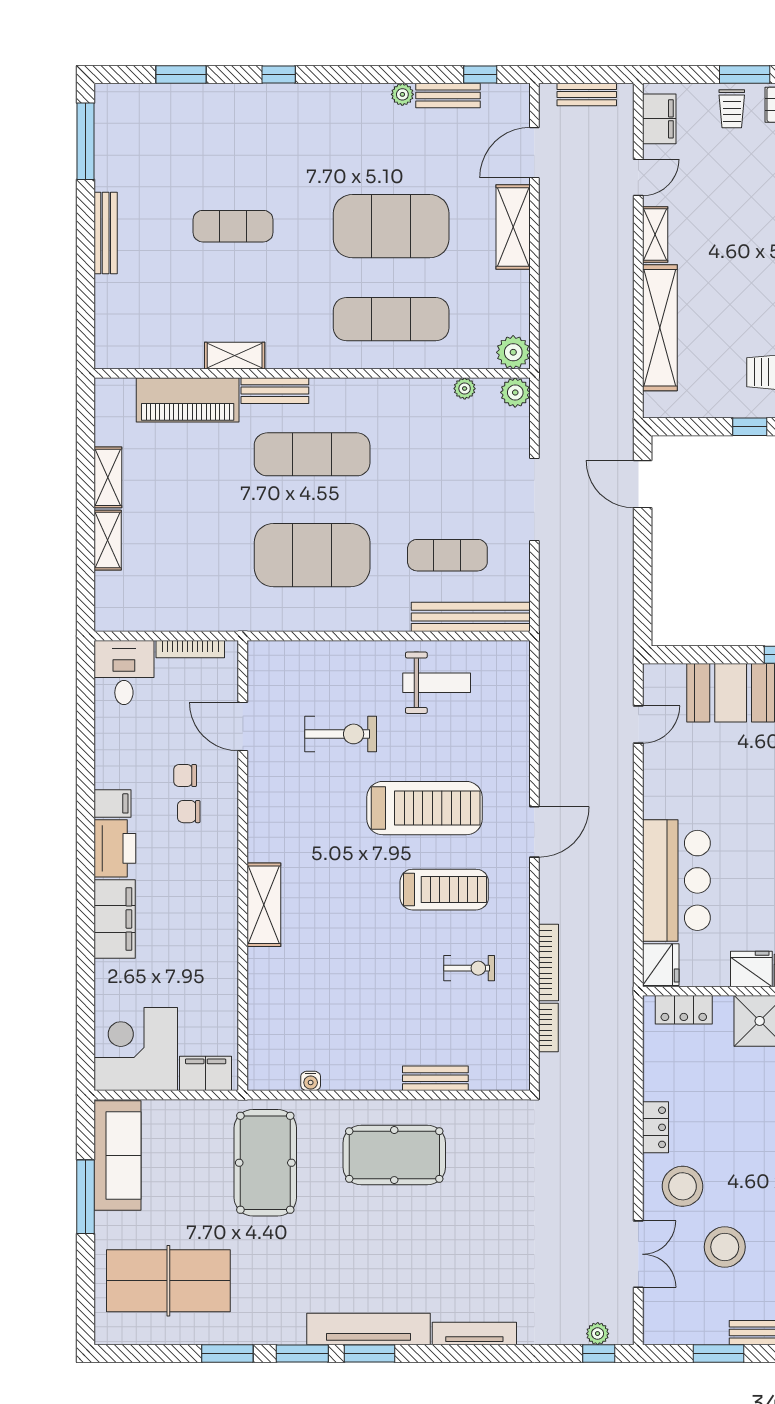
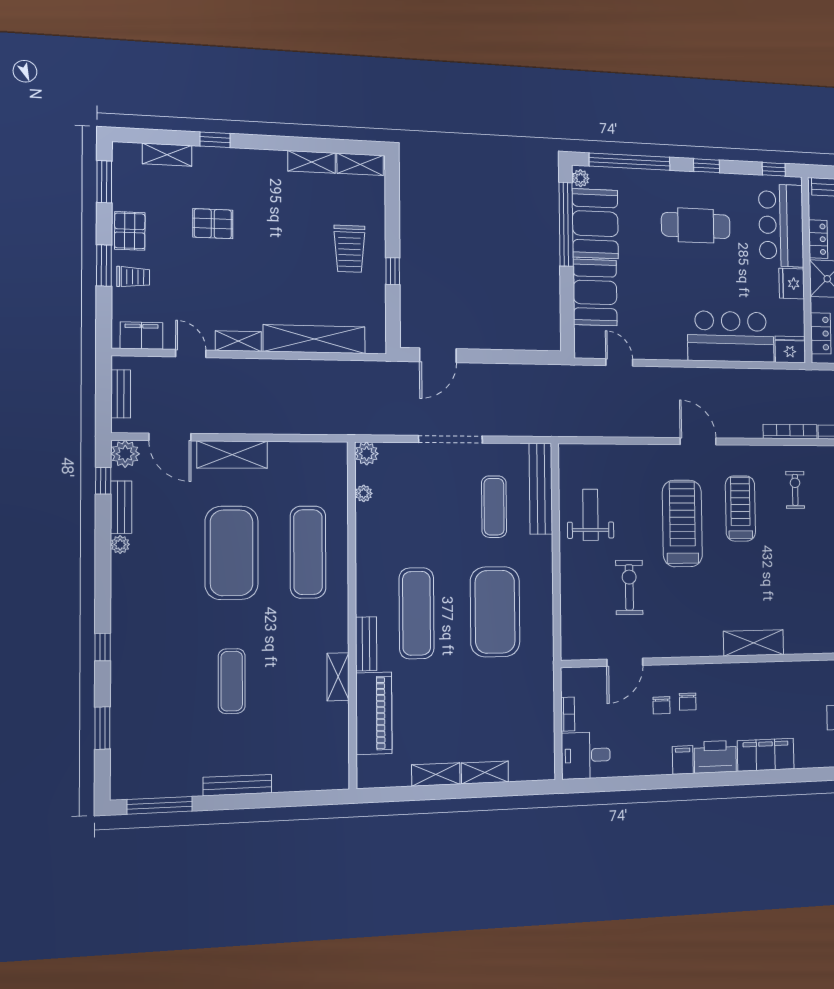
plant: (513, 352) -> (125, 454), moved
bookcase: (190, 649) -> (568, 714), width x0.64

